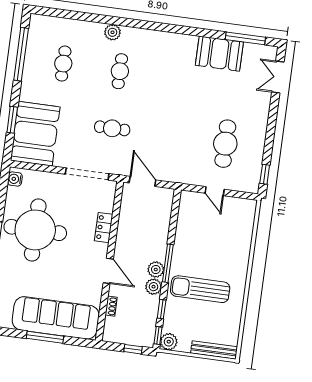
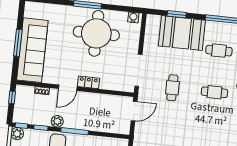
booth: (35, 134) -> (182, 33), moved
locker: (104, 228) -> (89, 82), moved
plant: (156, 269) -> (70, 123), removed
window: (133, 349) -> (12, 97), moved

